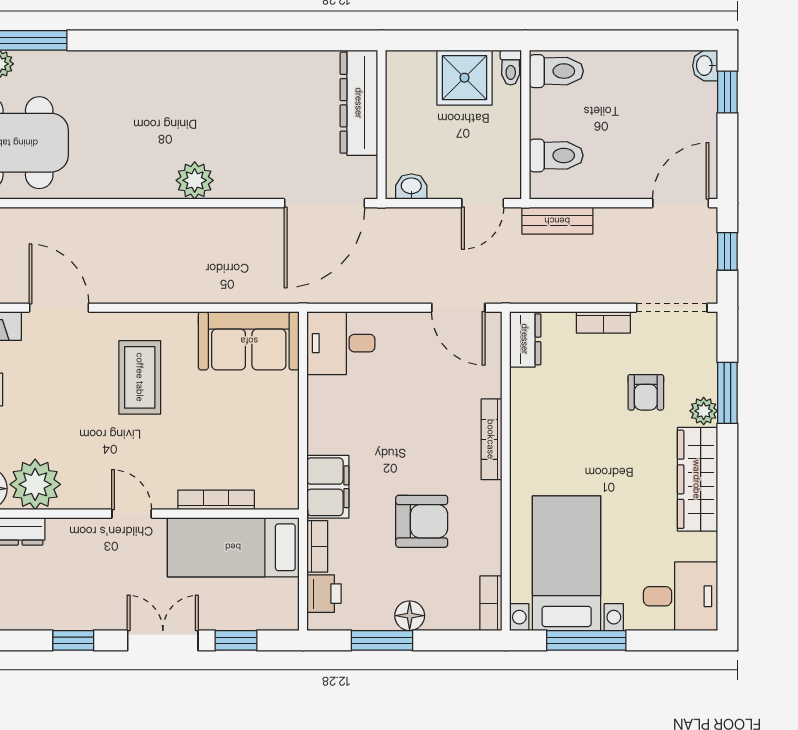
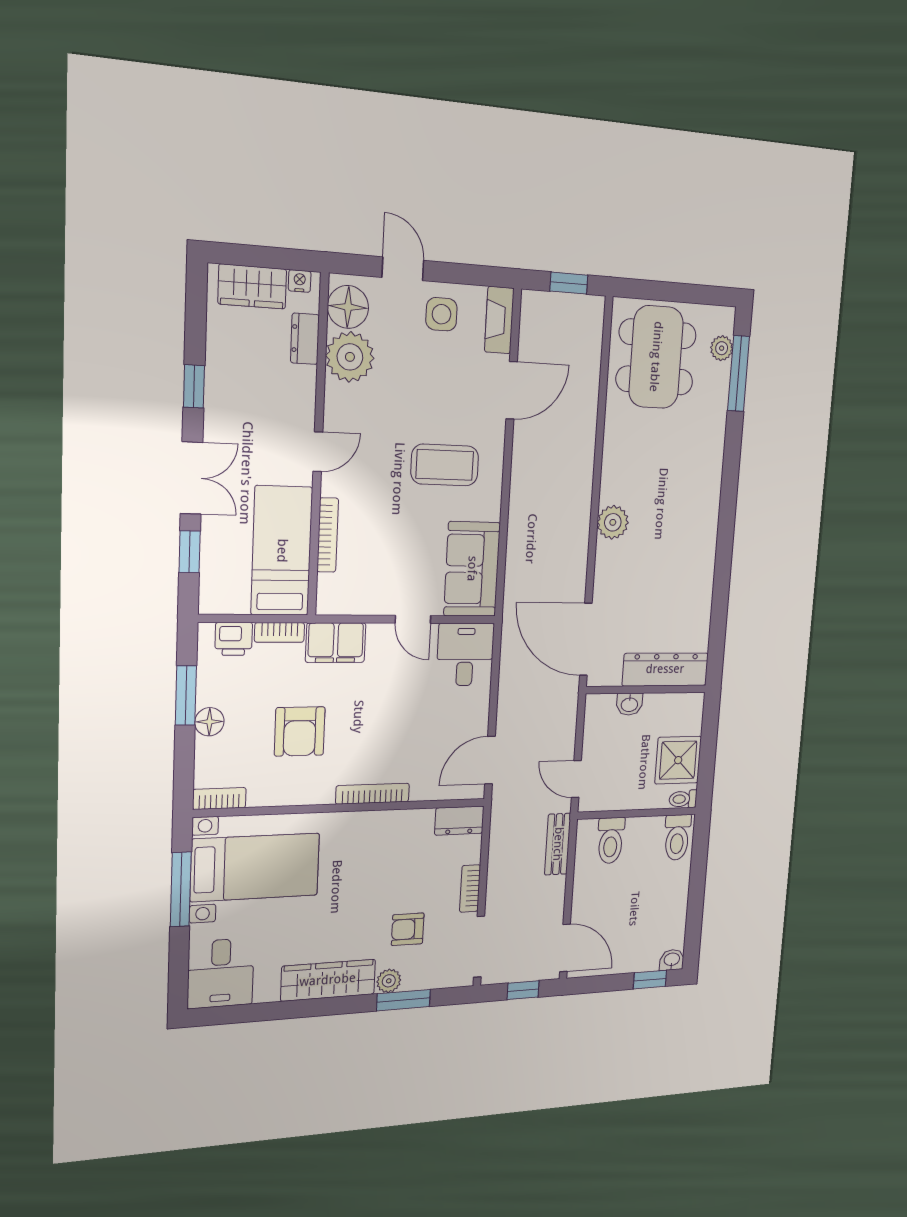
washbasin: (411, 187) -> (629, 704), moved, turned 90
door: (303, 404) -> (413, 619), added

